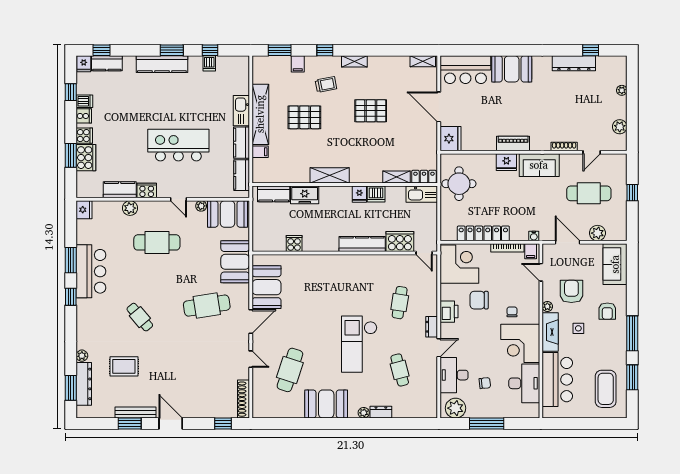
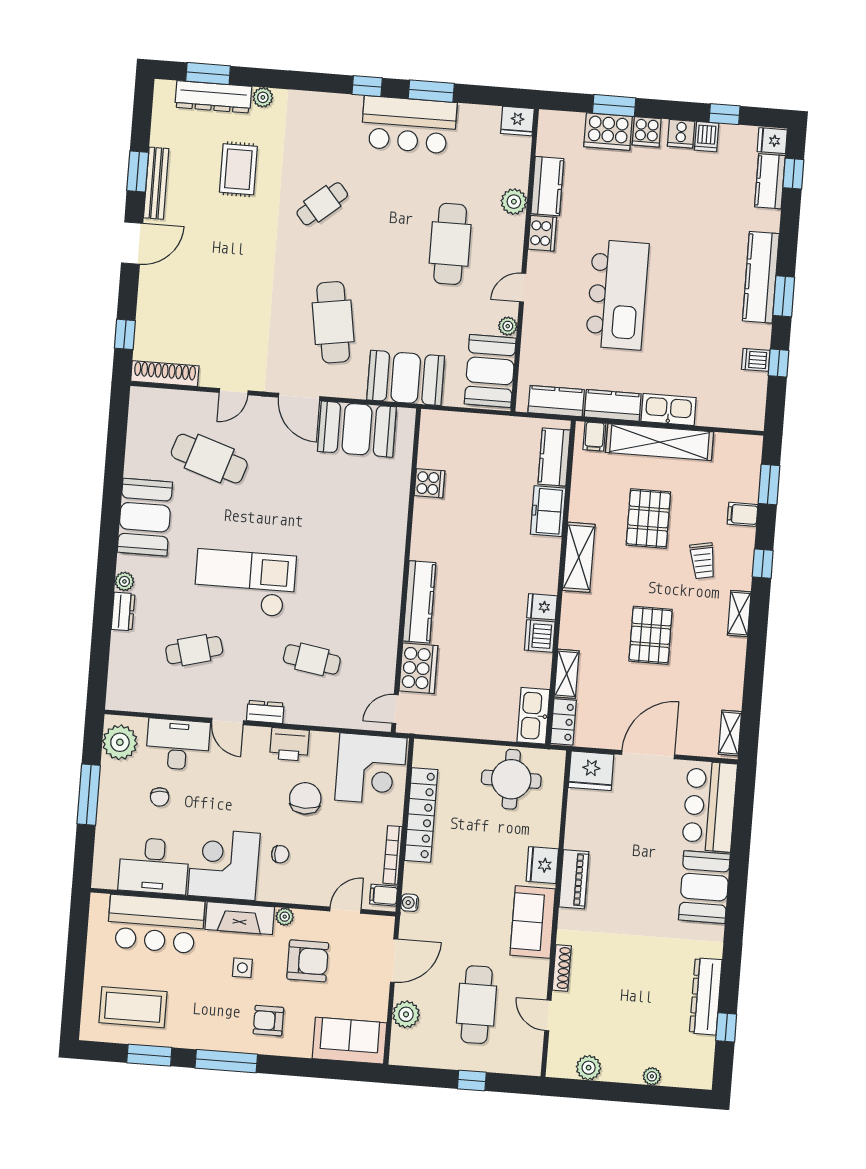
shelving: (330, 175) -> (579, 557), moved
shelving: (396, 177) -> (567, 674), moved
locker: (424, 177) -> (563, 722), moved
wall: (345, 184) -> (561, 583), moved
kitchen counter: (274, 194) -> (554, 457), moved
fridge: (359, 194) -> (542, 607), moved
dishwasher: (376, 194) -> (540, 636), moved
kitchen sink: (422, 194) -> (533, 716), moved
freezer: (305, 195) -> (548, 511), moved

